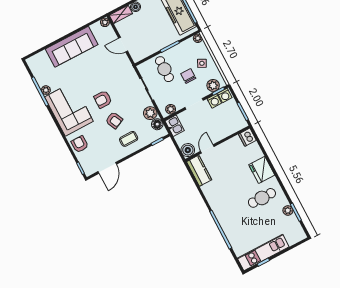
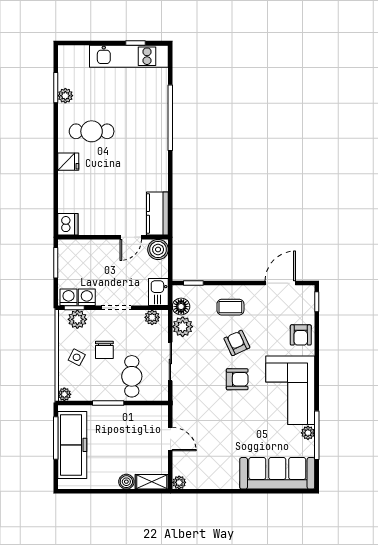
sofa: (72, 47) -> (277, 473), moved
fridge: (262, 170) -> (68, 162), width x0.53, depth x0.75

